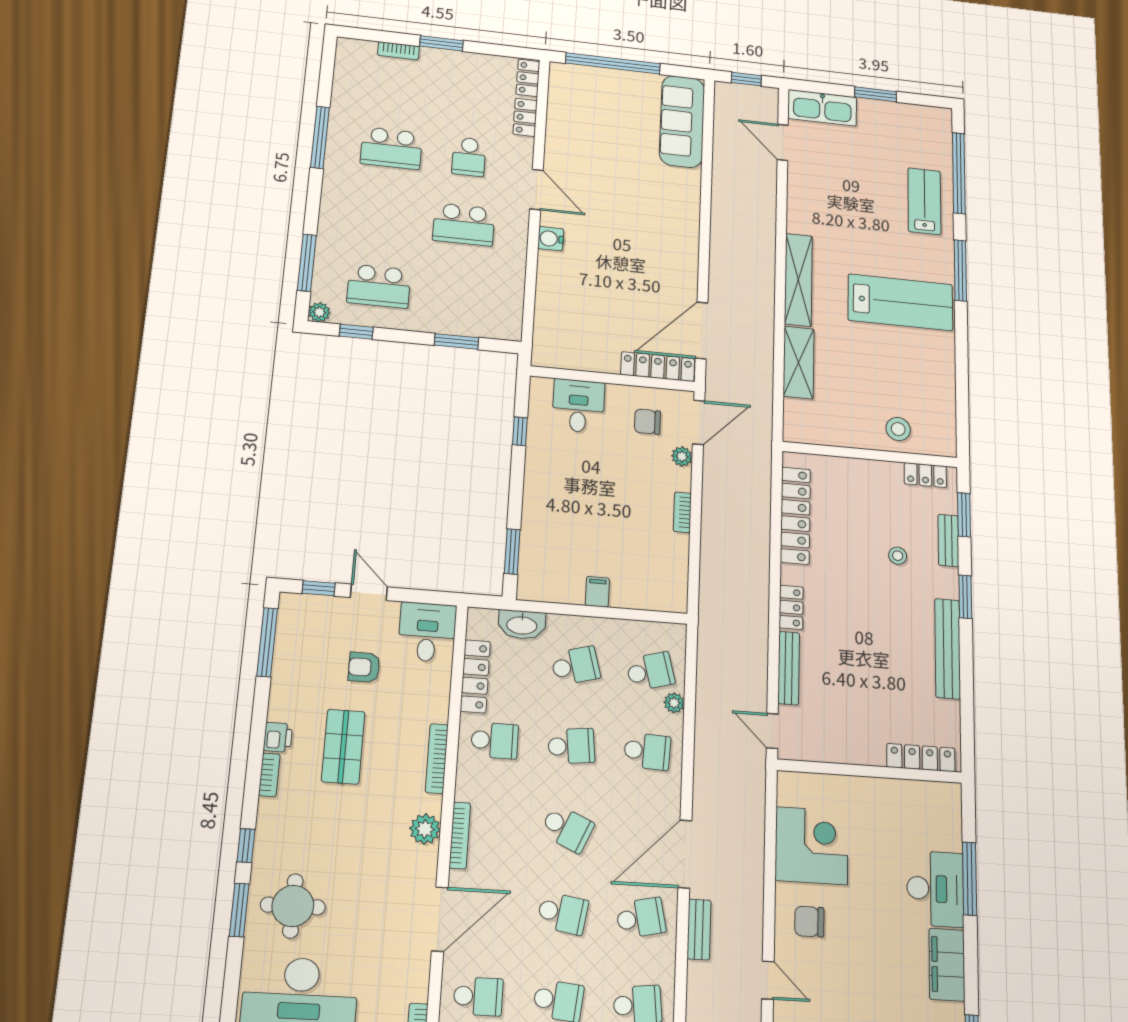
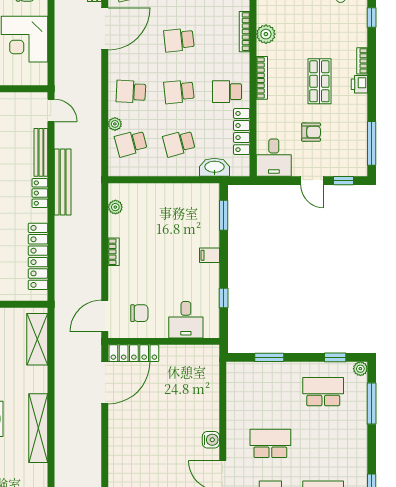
shelving: (799, 362) -> (37, 339), moved
plant: (682, 456) -> (115, 207), moved
filing cabinet: (597, 592) -> (209, 255), moved, turned 90
bench: (757, 621) -> (63, 182), added
school desk: (567, 828) -> (179, 40), turned -30

